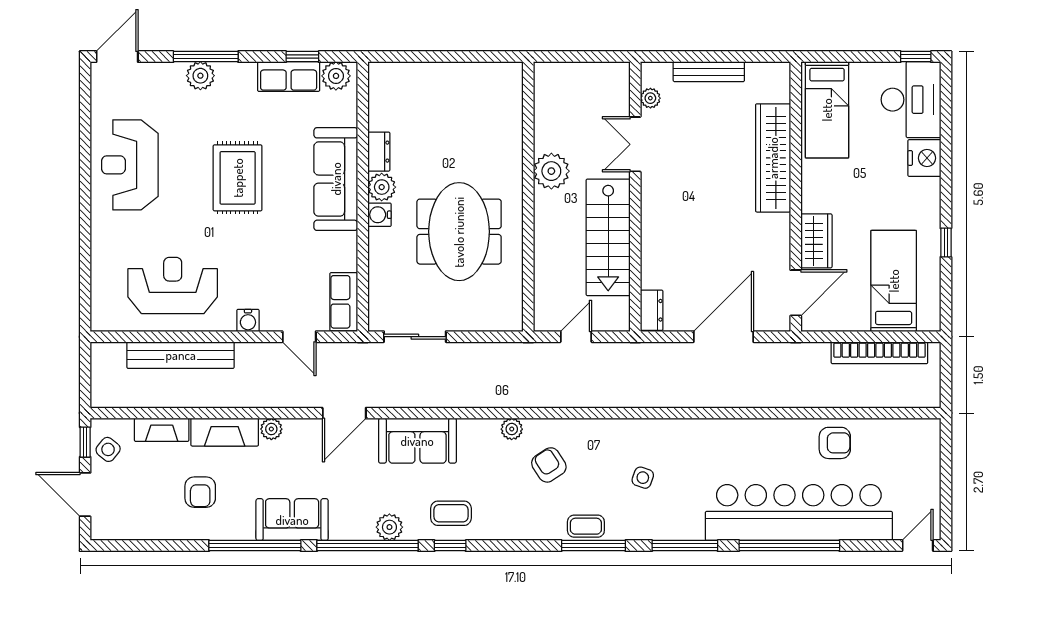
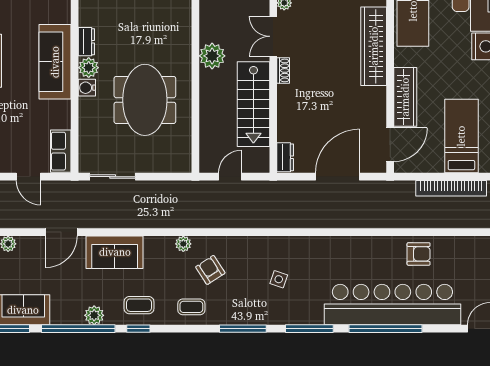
shoe rack: (649, 191) -> (283, 70), added
wardrobe: (816, 241) -> (405, 97), width x1.50
coffee table: (586, 526) -> (191, 307), moved

